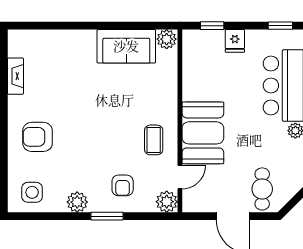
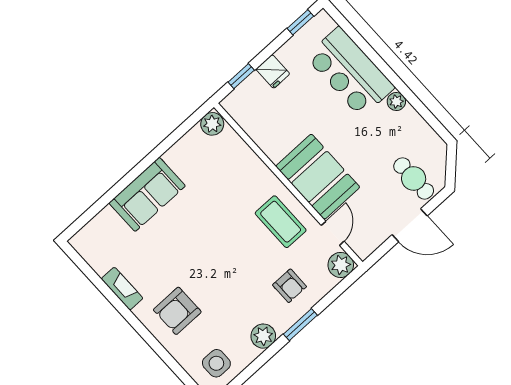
sofa: (126, 46) -> (147, 194), moved
fireplace: (15, 76) -> (122, 289), moved
coffee table: (154, 140) -> (281, 222), width x1.36, depth x1.30

